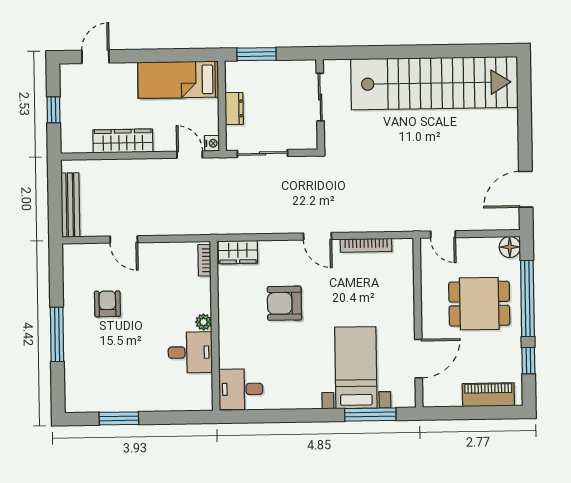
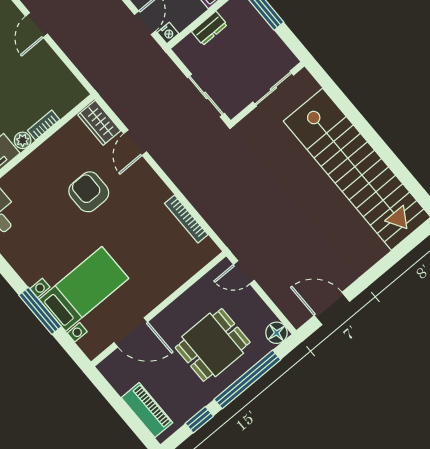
sliding door: (262, 153) -> (206, 95), moved
door: (443, 234) -> (244, 272), hinge flipped
door: (317, 236) -> (135, 143), moved
bookcase: (204, 260) -> (44, 125), moved
dining table: (479, 304) -> (213, 345), turned 90
window: (370, 414) -> (40, 311), moved

